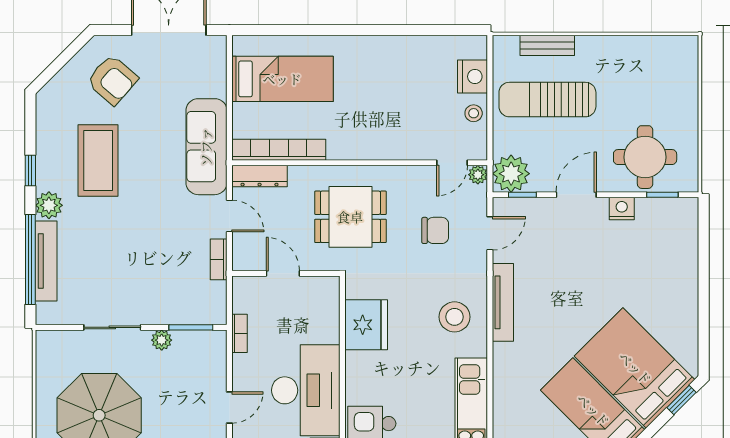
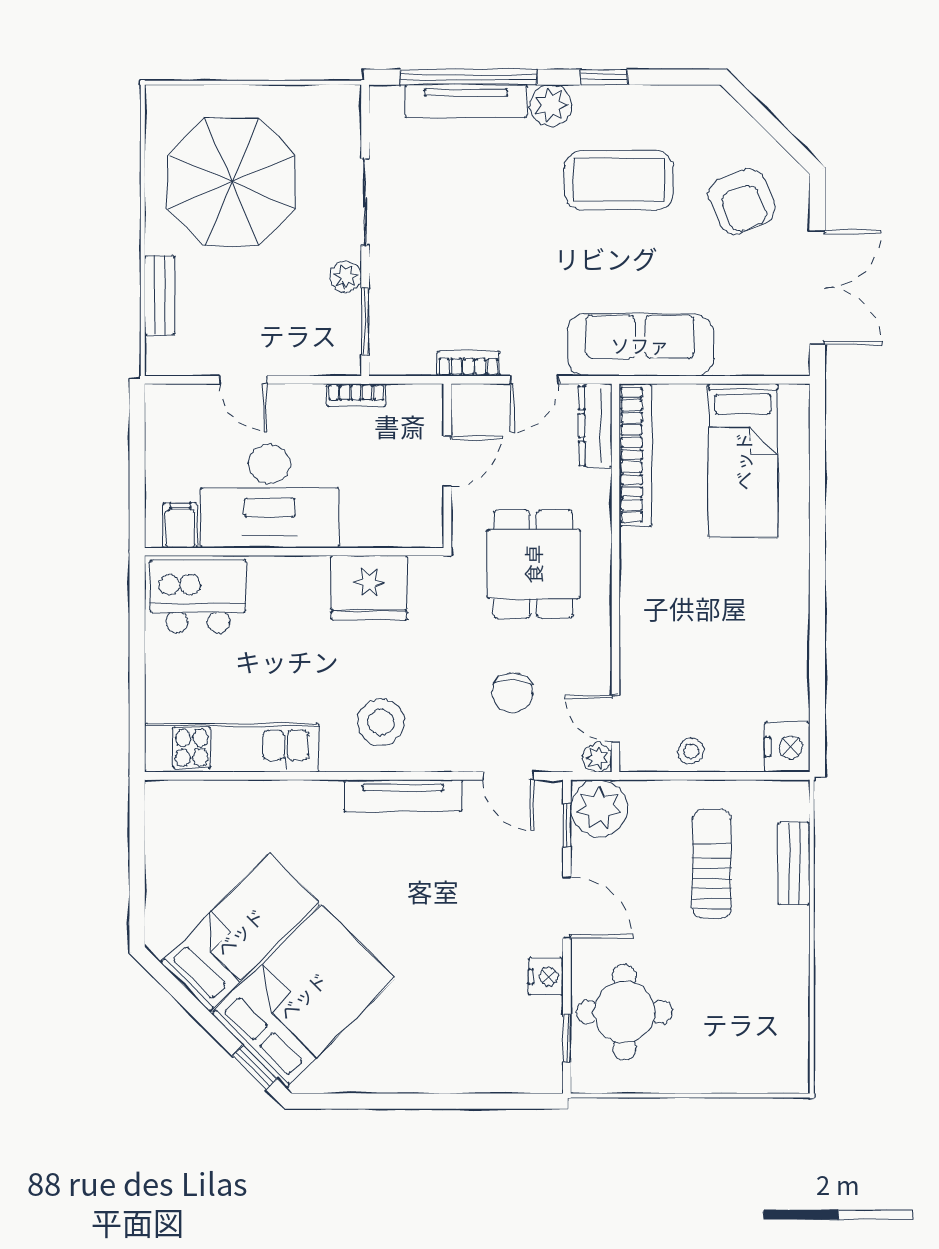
nightstand: (472, 77) -> (787, 747), moved, turned -90
armchair: (112, 80) -> (742, 202), turned -63
sun lounger: (547, 100) -> (712, 864), width x0.73, depth x0.75

